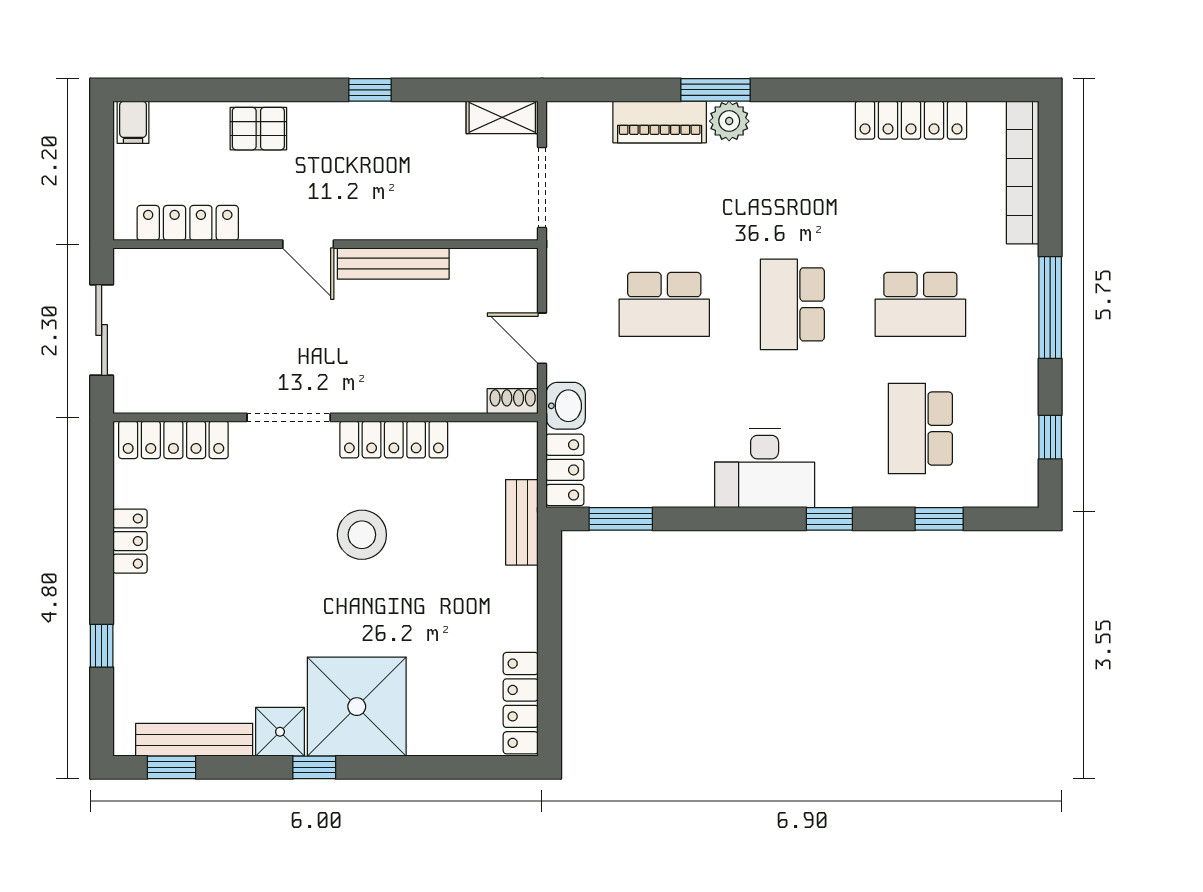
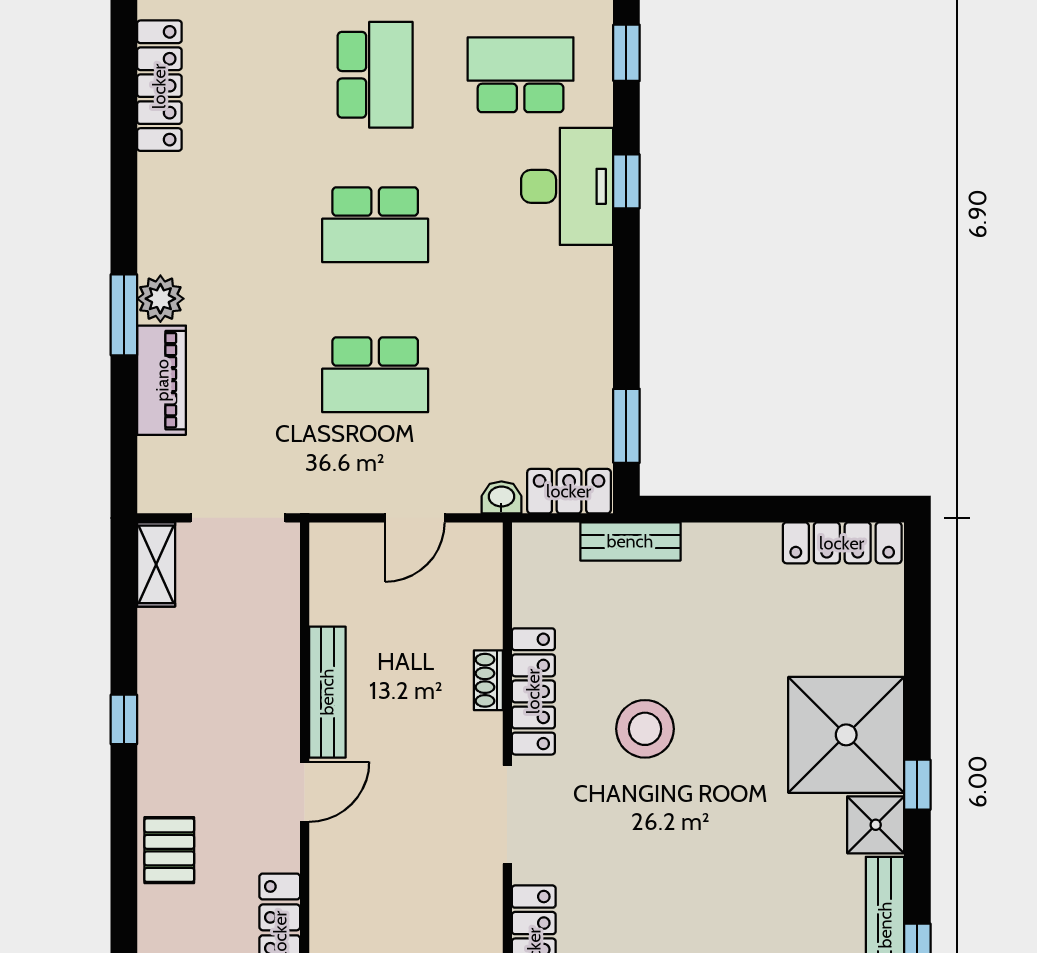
school desk: (664, 304) -> (375, 375), turned 90
shoe rack: (513, 401) -> (488, 680), moved
washbasin: (566, 406) -> (501, 497), width x0.72, depth x0.69
school desk: (920, 429) -> (521, 75), turned 180
desk: (765, 468) -> (567, 186), moved

